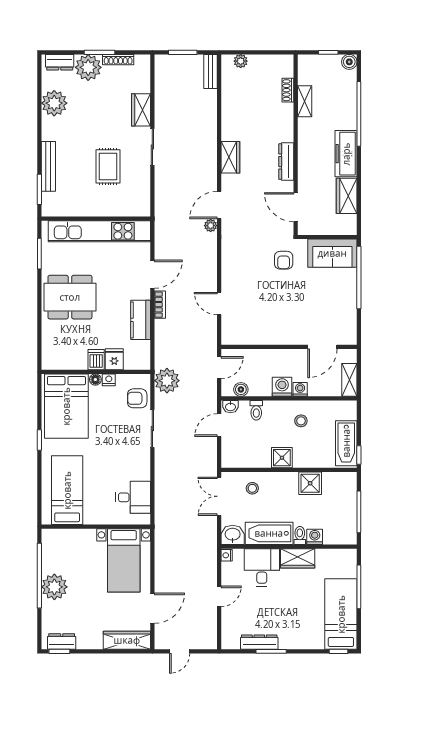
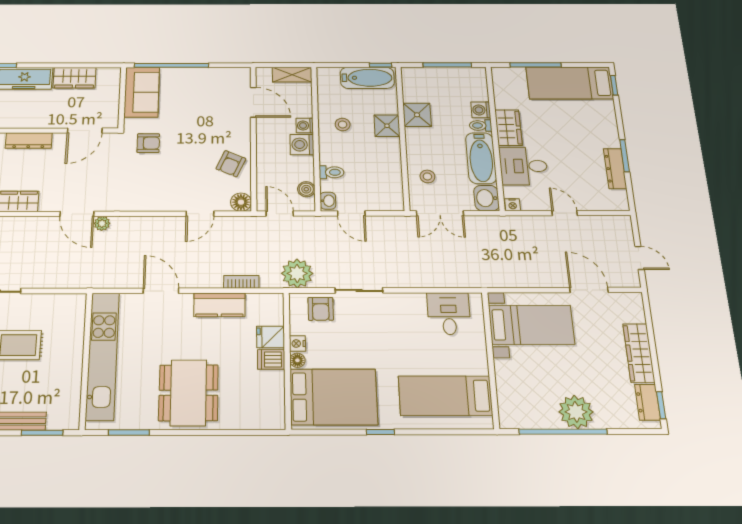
bookcase: (160, 305) -> (241, 282), moved
armchair: (264, 328) -> (231, 164), added
floor lamp: (229, 337) -> (241, 202), added
shower: (282, 458) -> (387, 126), moved
wardrobe: (127, 640) -> (639, 353), moved

